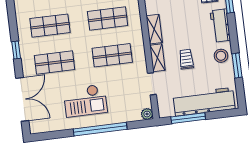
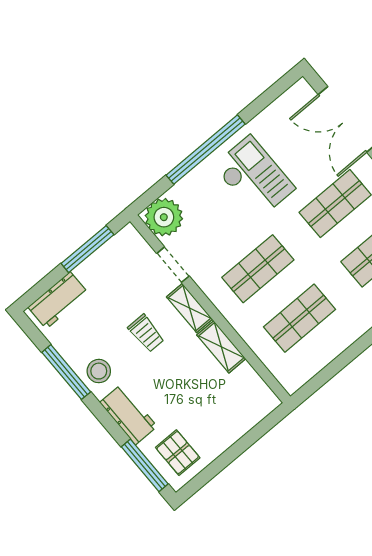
window: (237, 65) -> (66, 372), width x1.44
checkout: (85, 101) -> (254, 177), turned 90
workbench: (204, 102) -> (58, 300), width x0.53, depth x0.76
plant: (147, 114) -> (164, 217), width x1.88, depth x1.88

